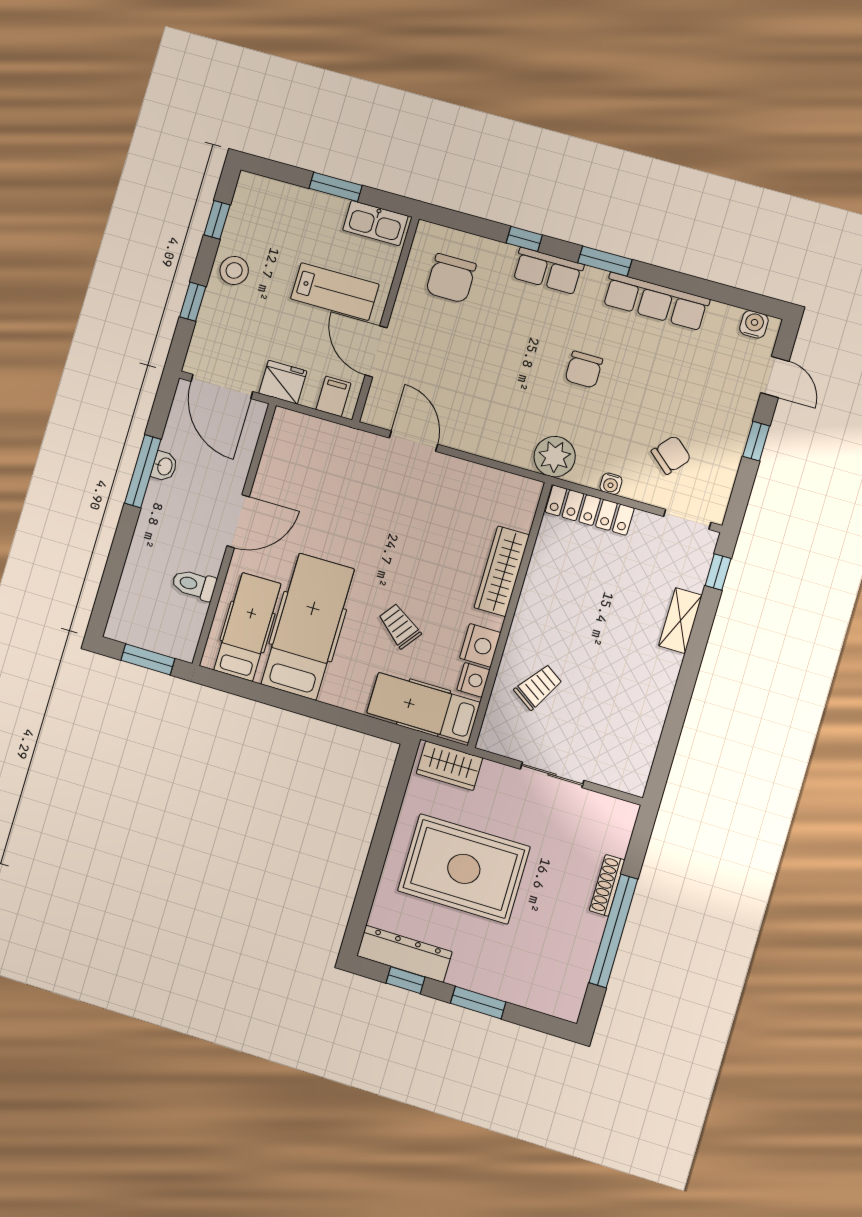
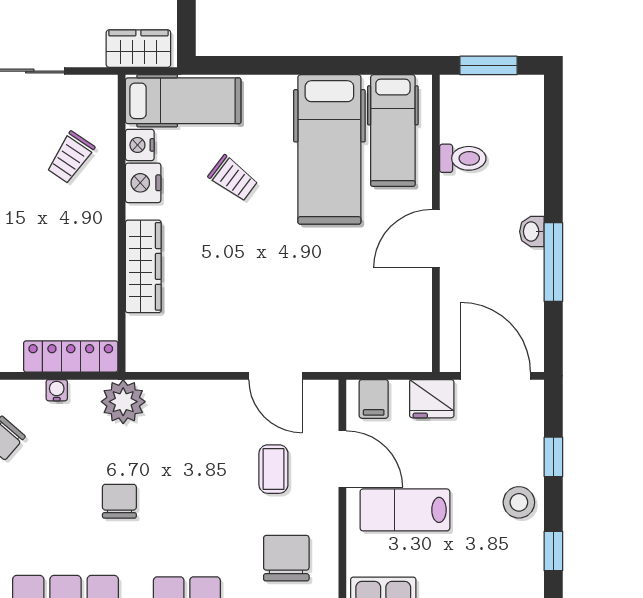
coffee table: (439, 360) -> (273, 469), added
washbasin: (164, 466) -> (532, 232), moved

